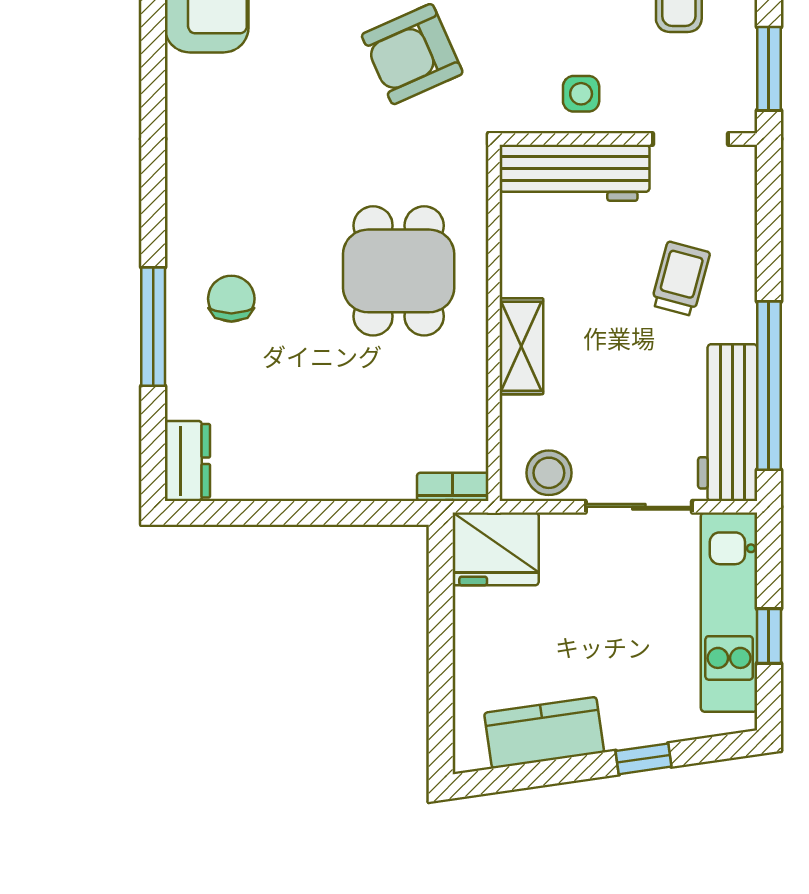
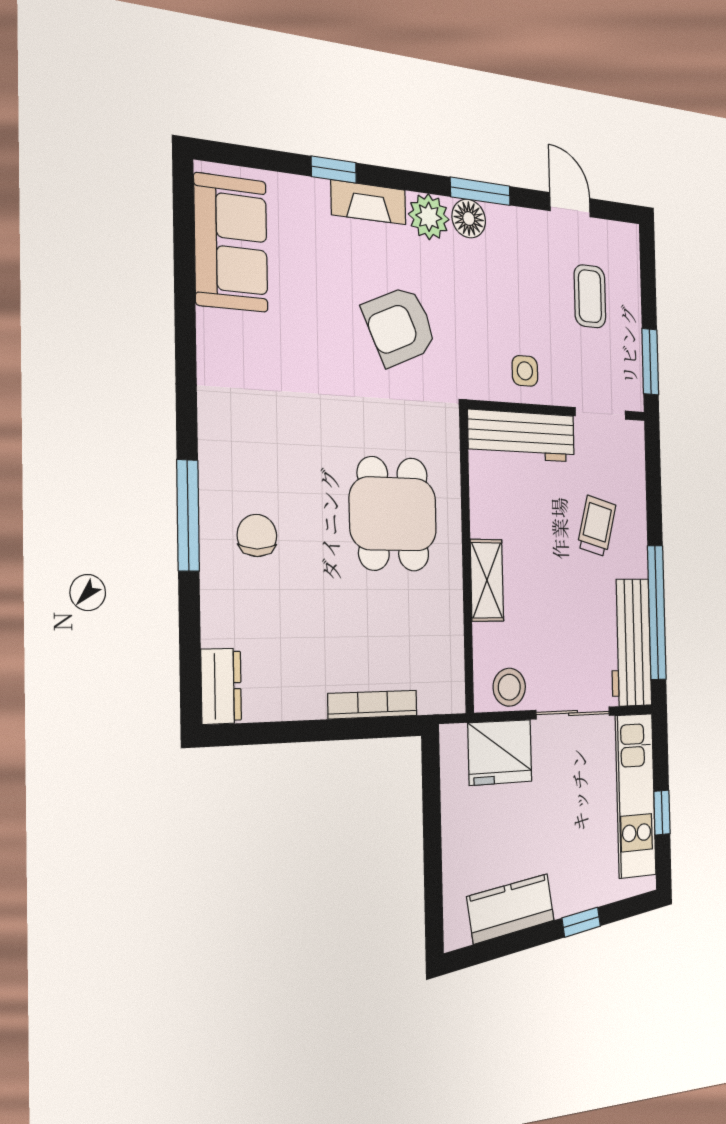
window: (153, 327) -> (188, 515), moved
bookcase: (453, 487) -> (373, 705), moved, width x1.56
fridge: (496, 549) -> (500, 752), moved

